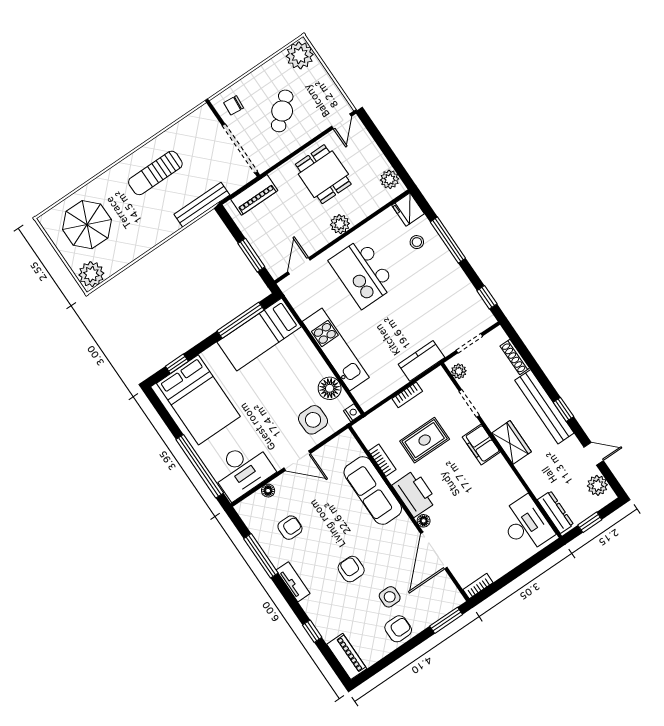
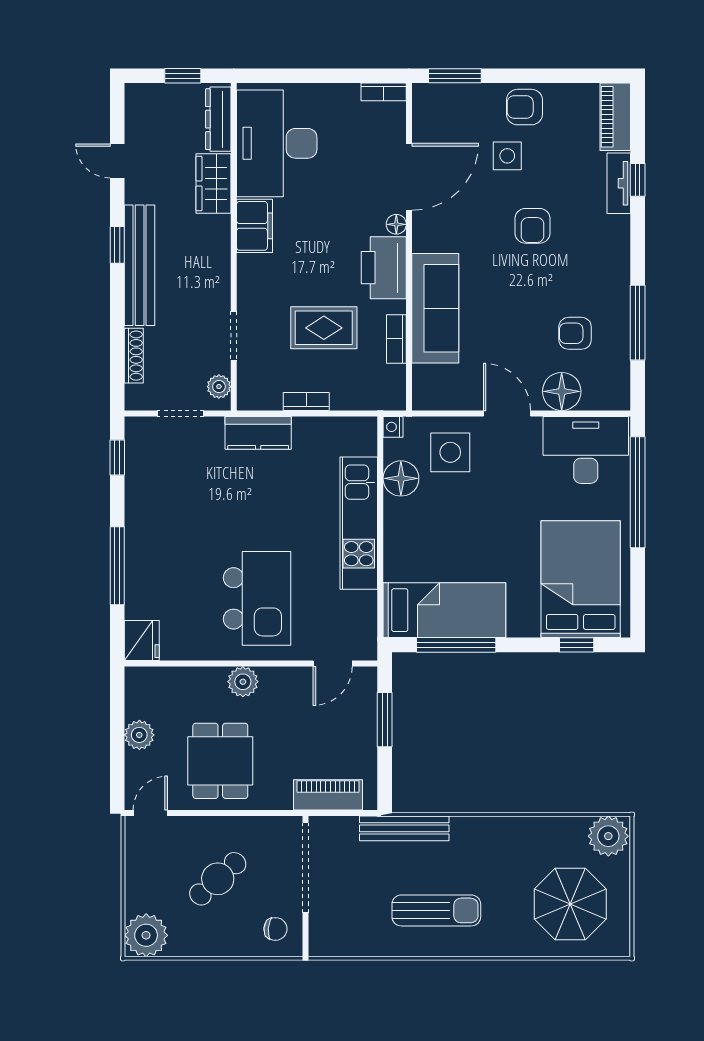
plant: (390, 179) -> (139, 735), moved
stool: (417, 242) -> (159, 591), removed
wardrobe: (511, 442) -> (214, 184), moved
filing cabinet: (481, 444) -> (254, 226), moved
plant: (597, 485) -> (140, 117), removed
floor lamp: (268, 491) -> (562, 391), width x1.89, depth x1.89
desk: (526, 525) -> (277, 143), width x1.36, depth x1.30
tv unit: (293, 582) -> (619, 183), moved

